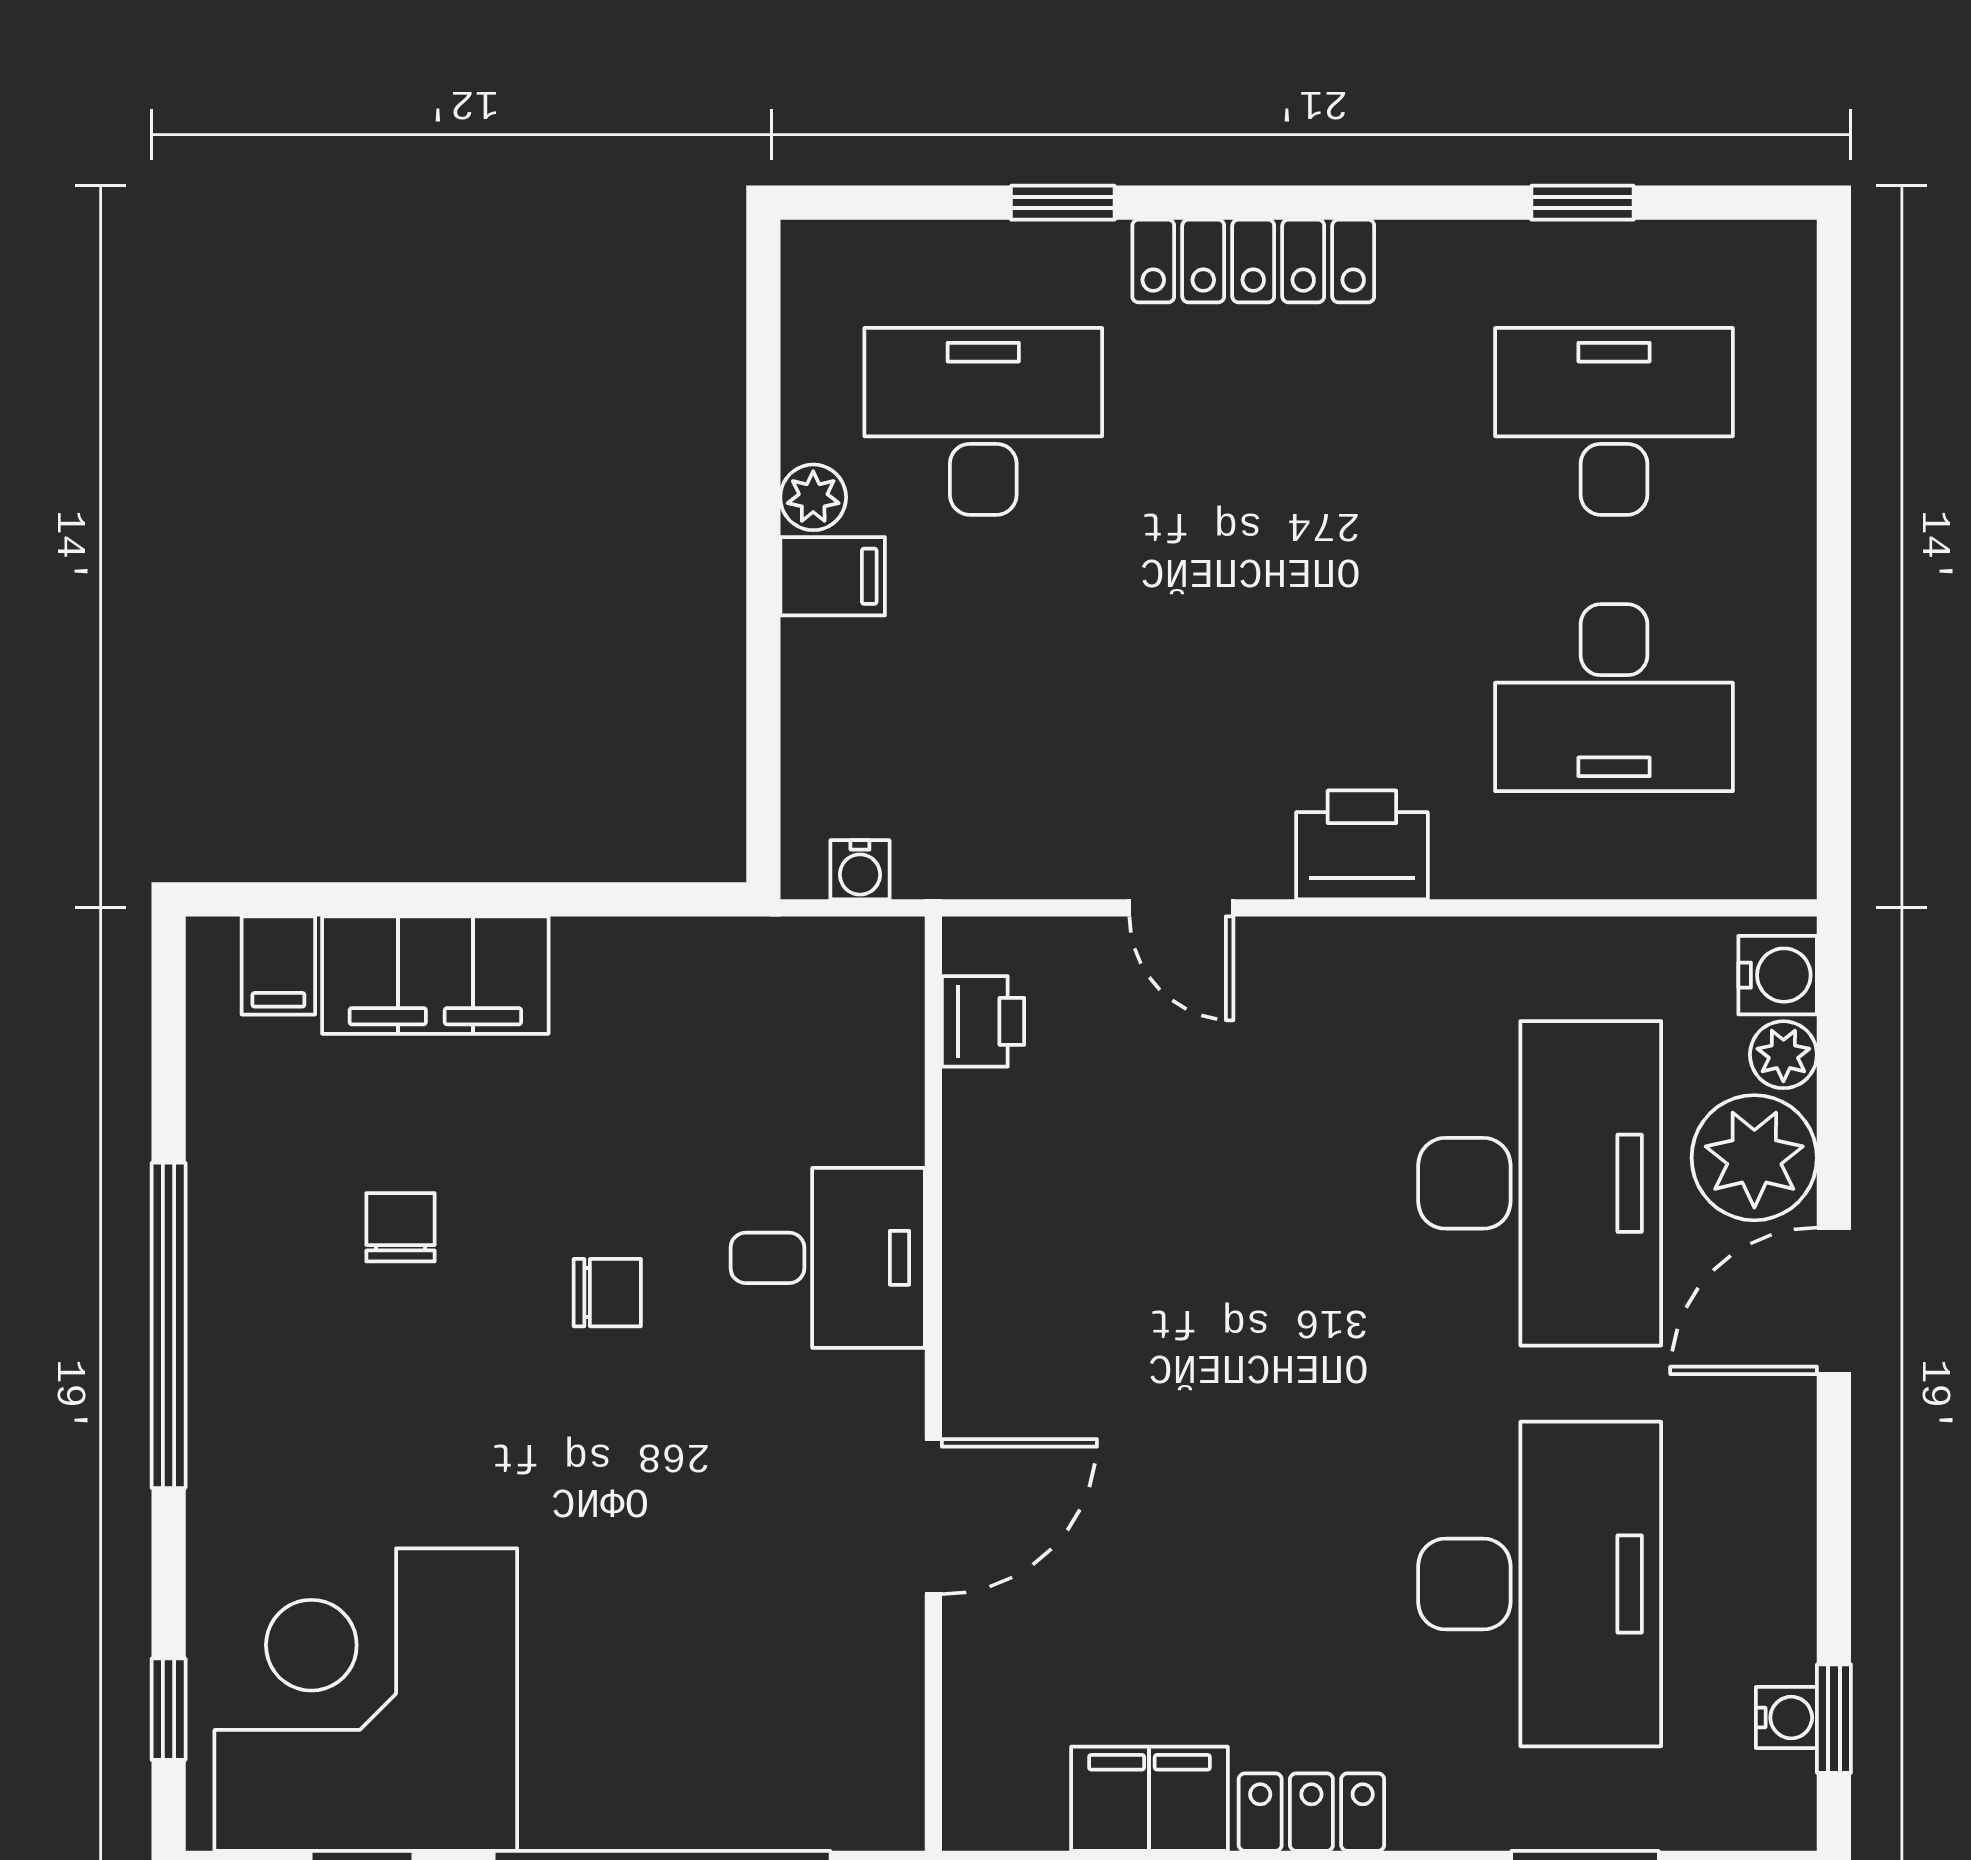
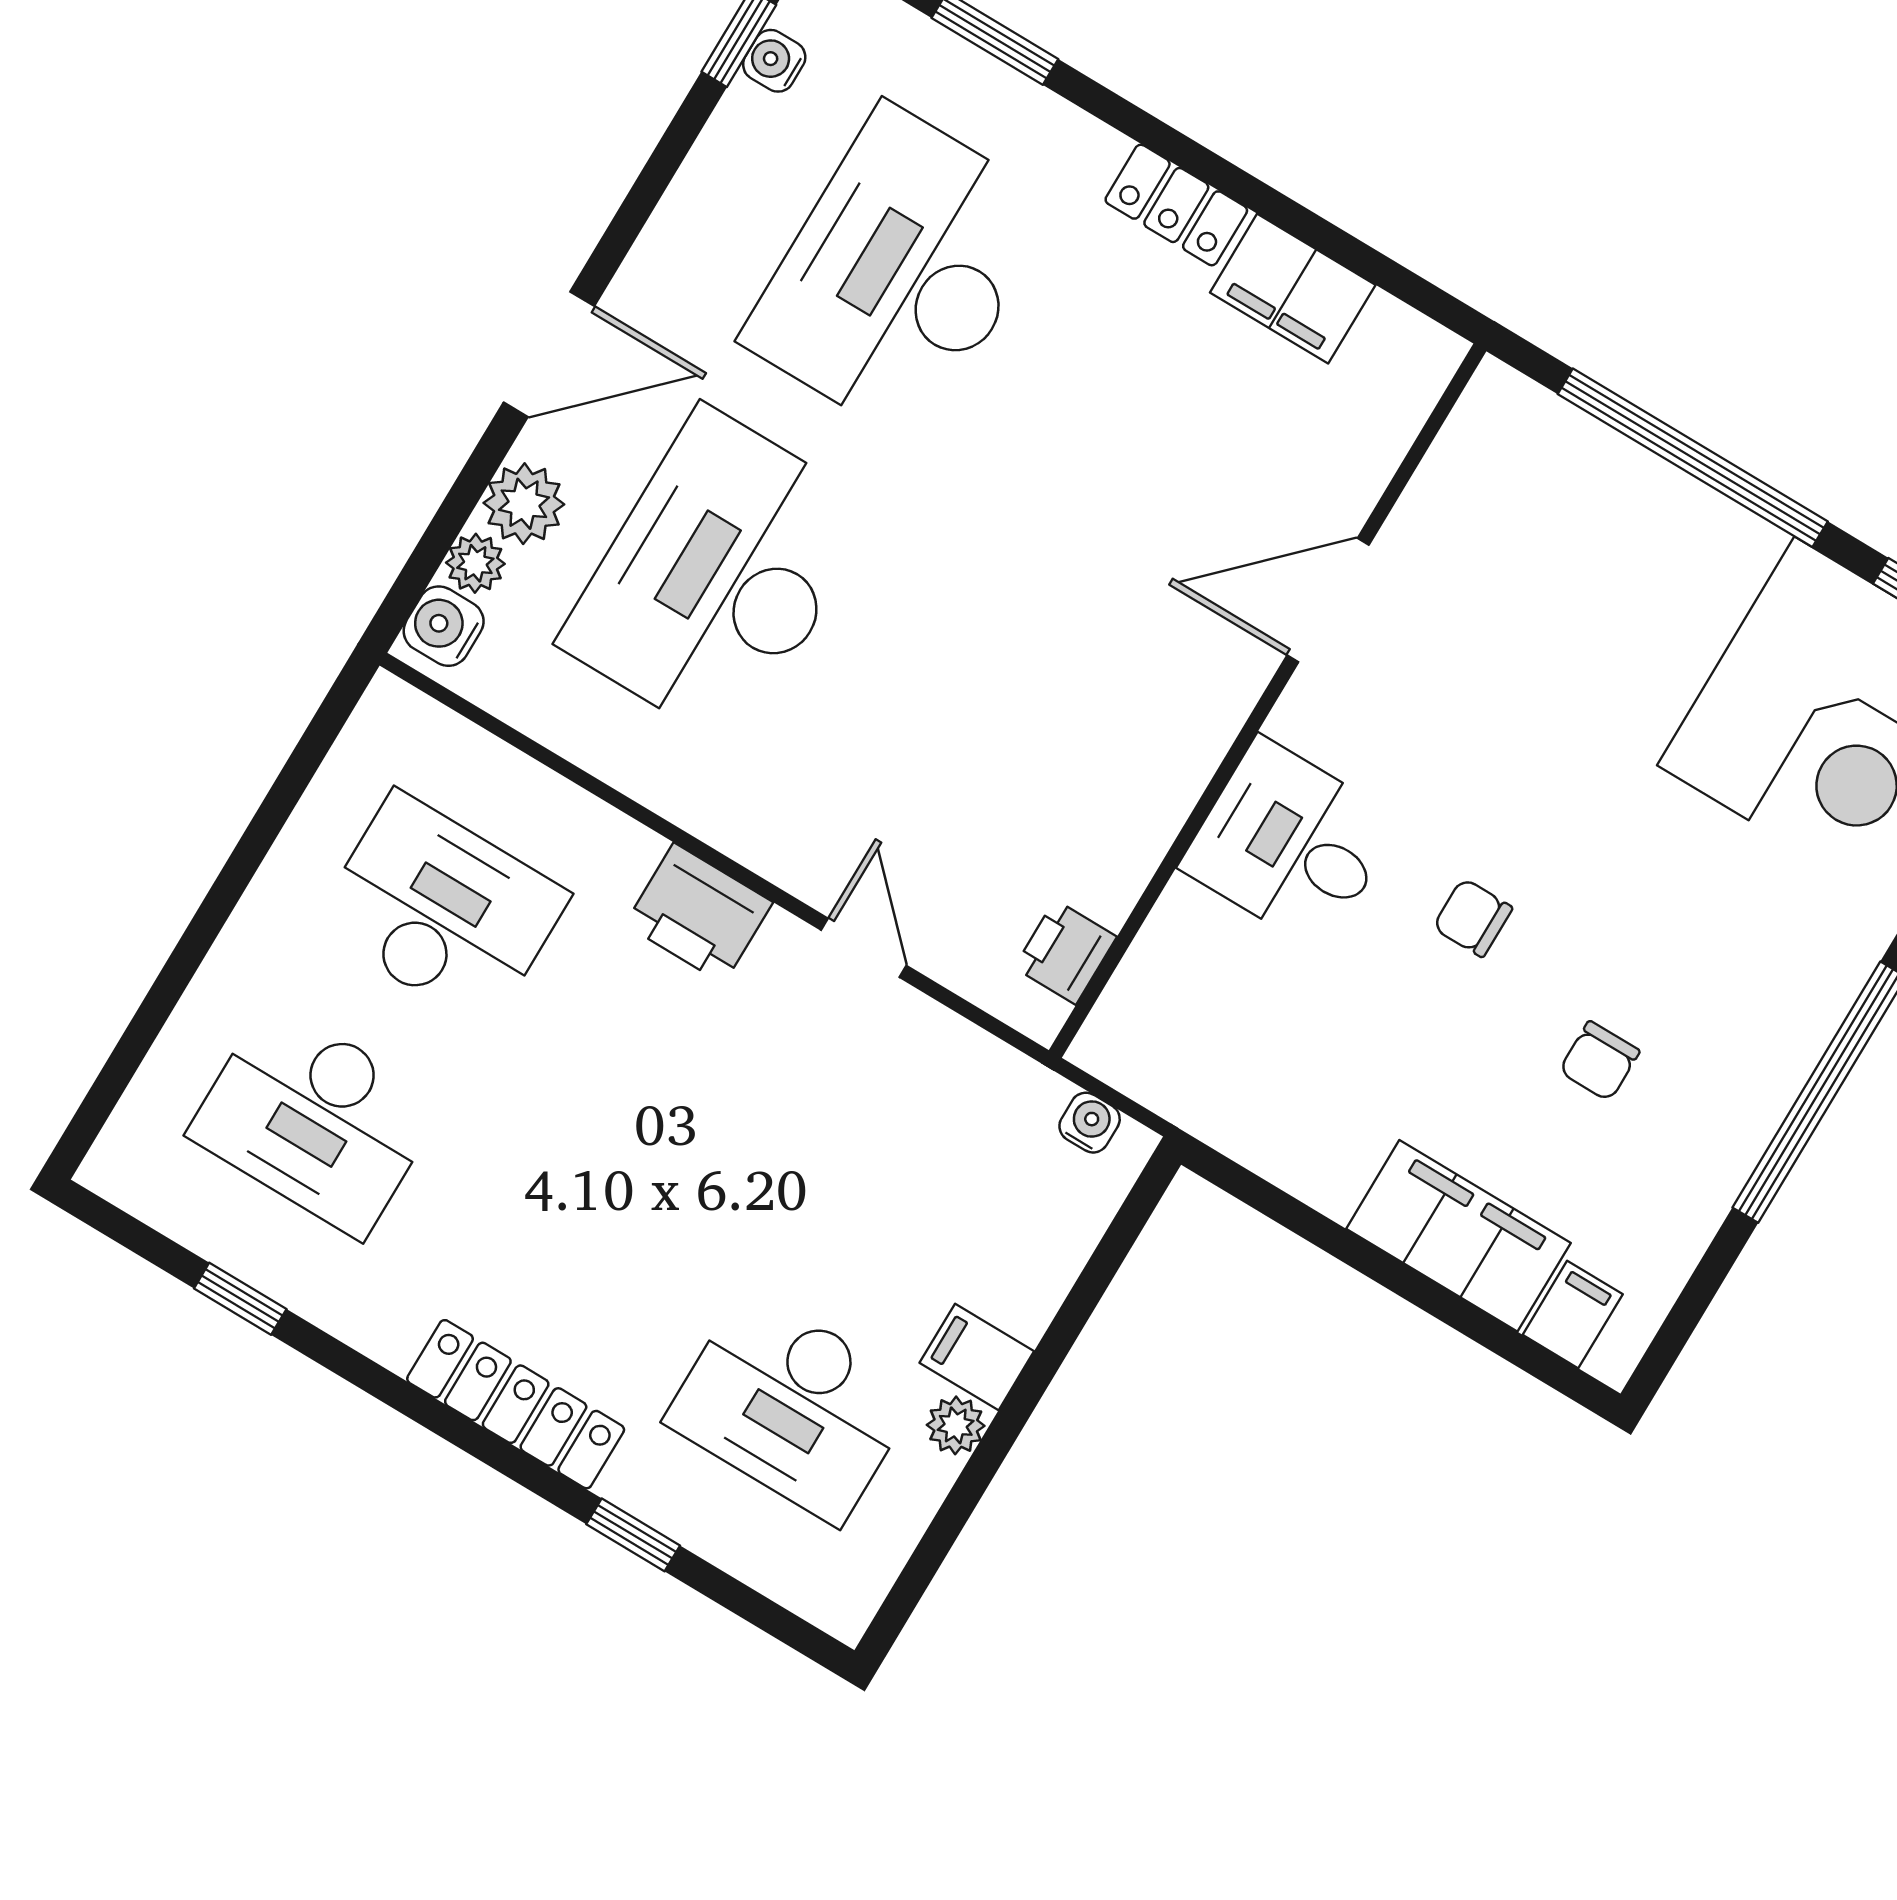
plant: (1754, 1158) -> (524, 504), width x0.73, depth x0.73

